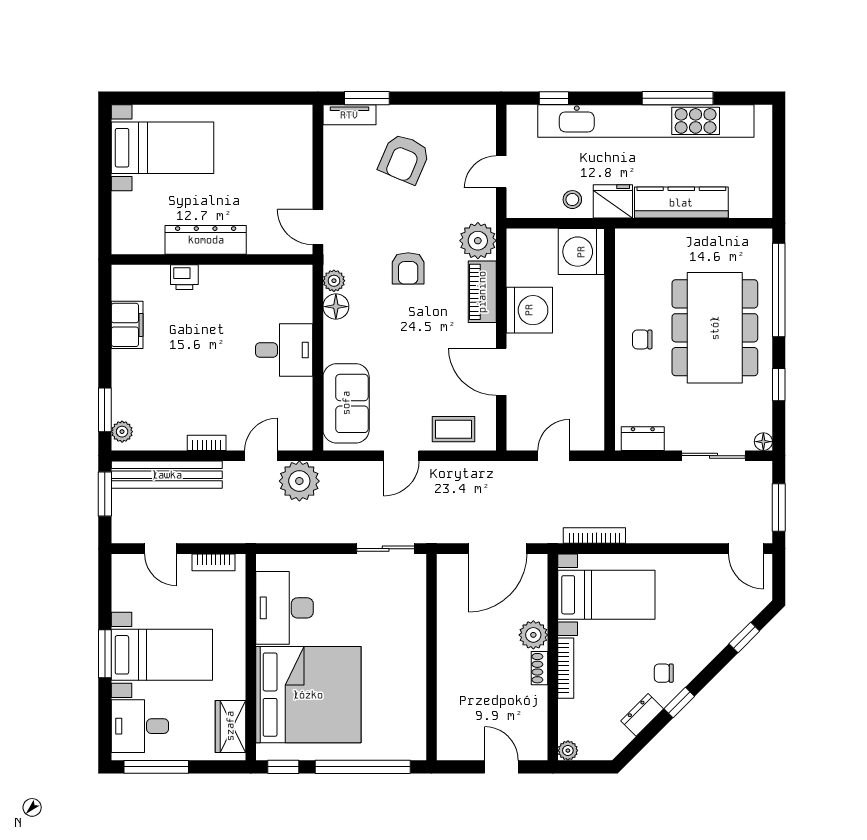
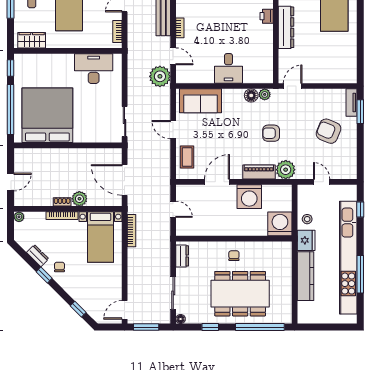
bed: (308, 695) -> (47, 115), moved, turned 180

